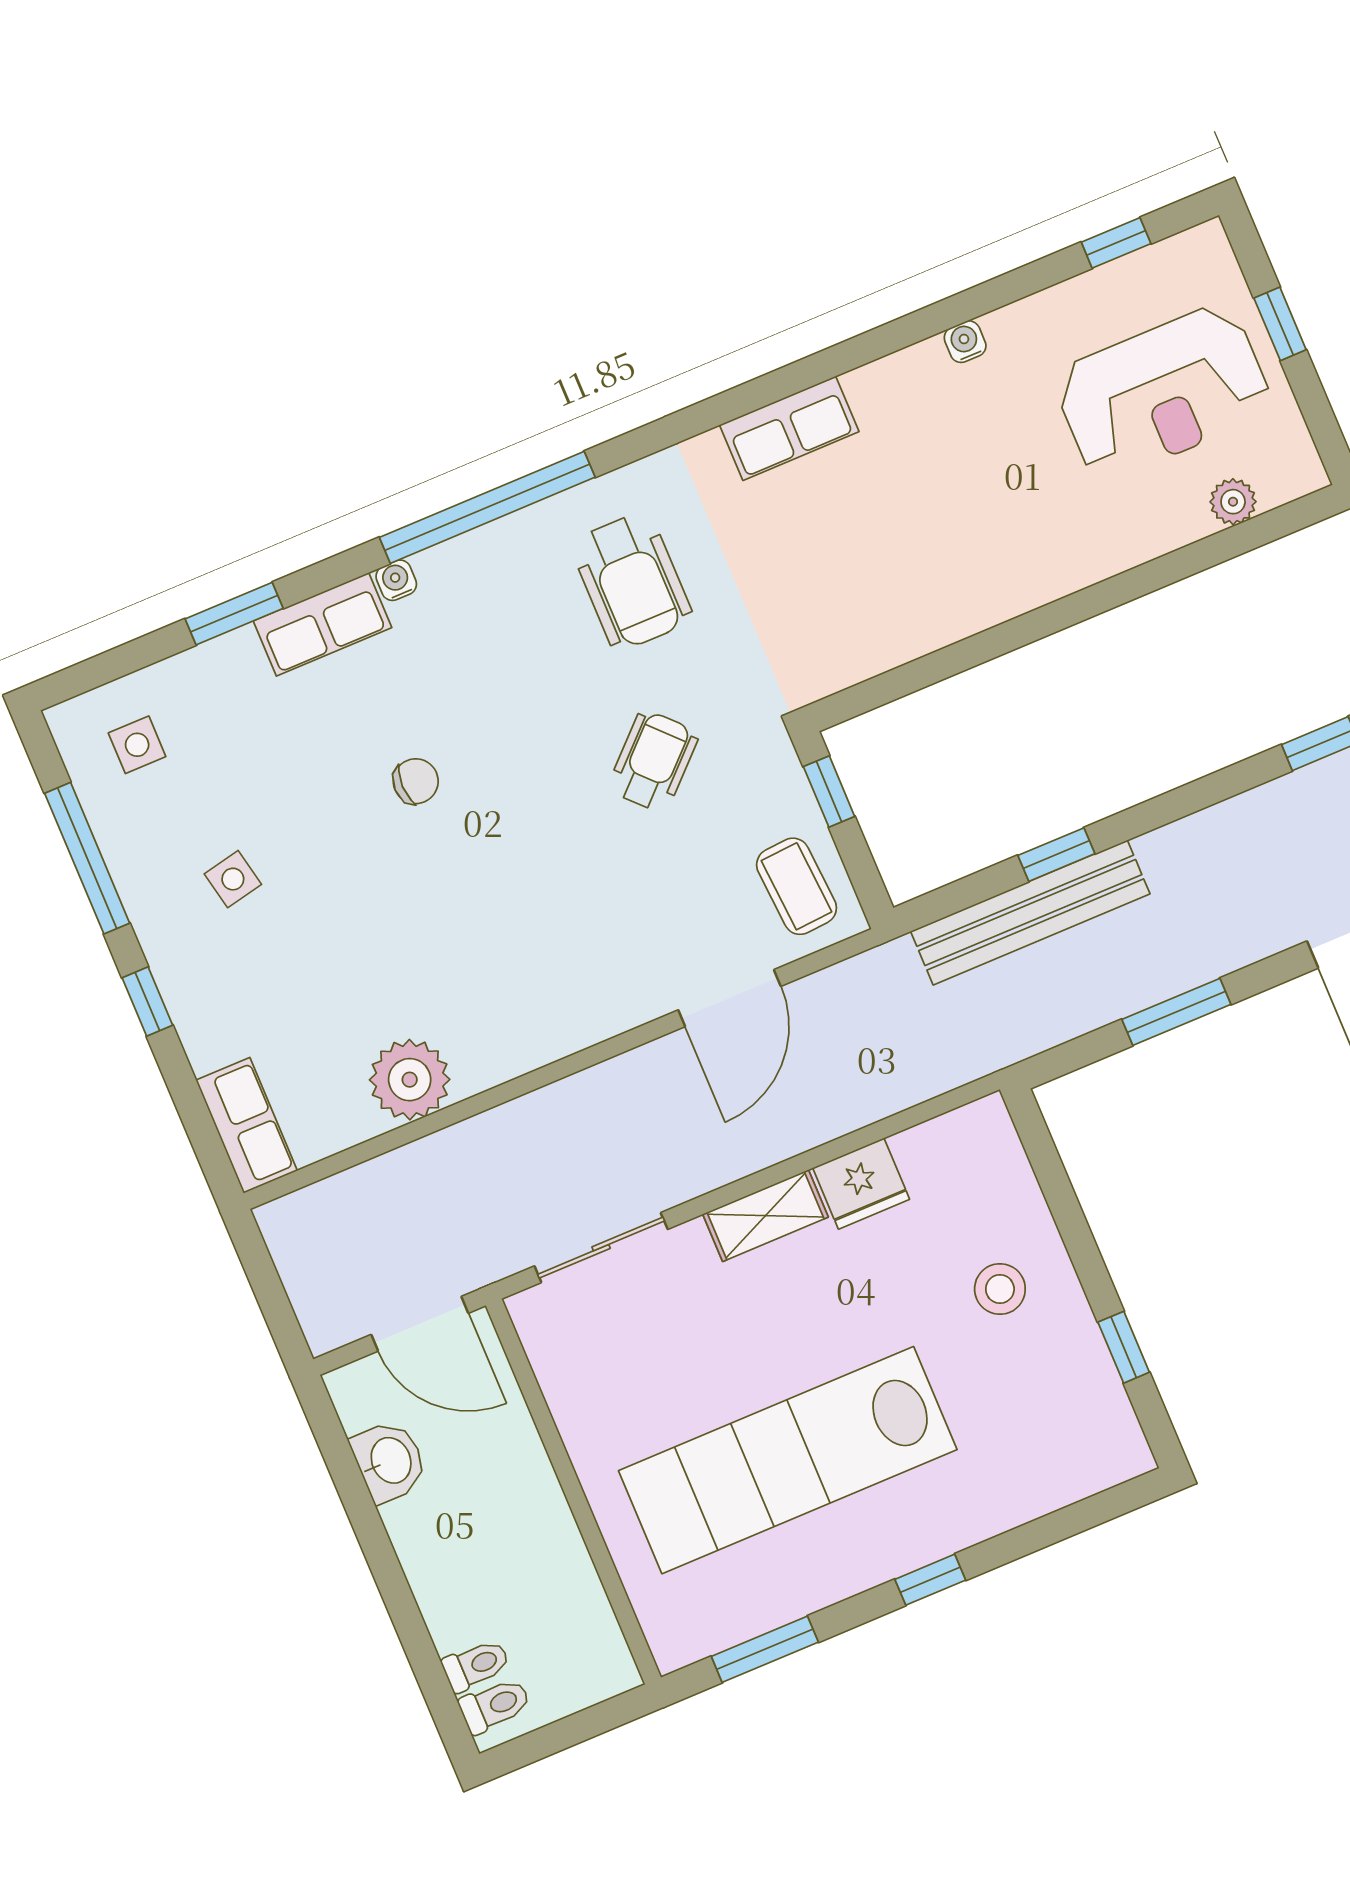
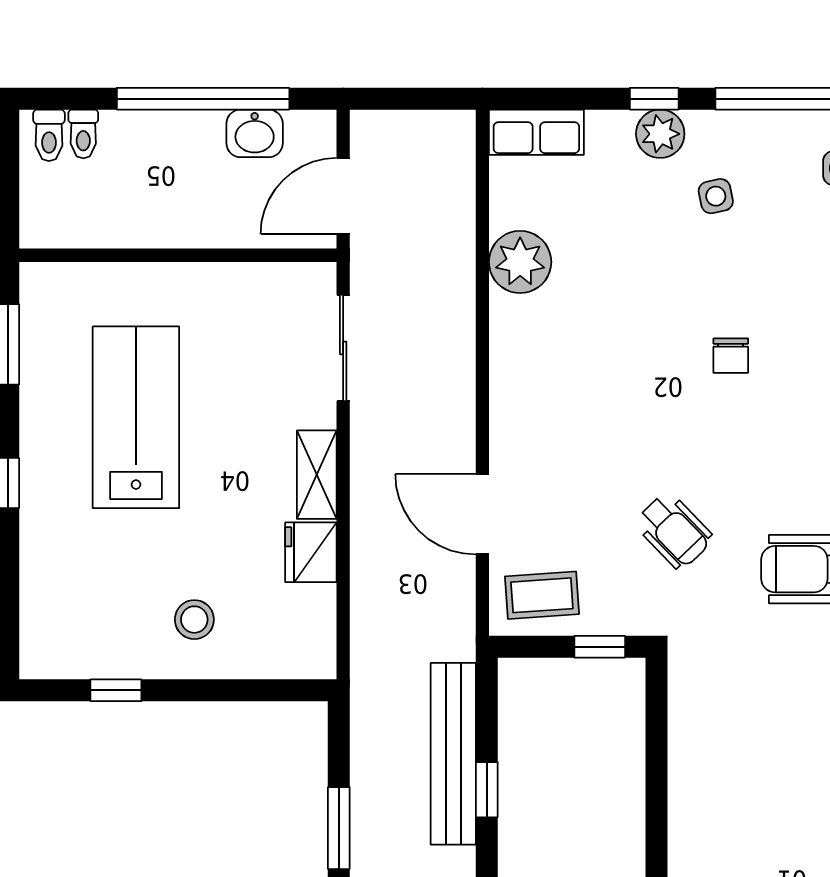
plant: (186, 977) -> (660, 134), added
lab bench: (788, 1460) -> (136, 417), width x0.73
window: (374, 1540) -> (203, 99), added

